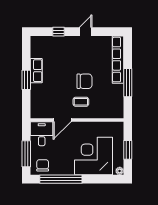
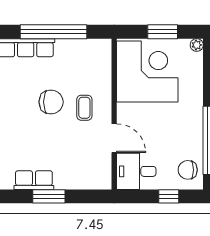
chair: (84, 81) -> (51, 102), turned 90
window: (128, 83) -> (53, 32), width x1.46
window: (26, 154) -> (169, 196), width x0.46
corner desk: (93, 156) -> (147, 72), moved, turned 180

